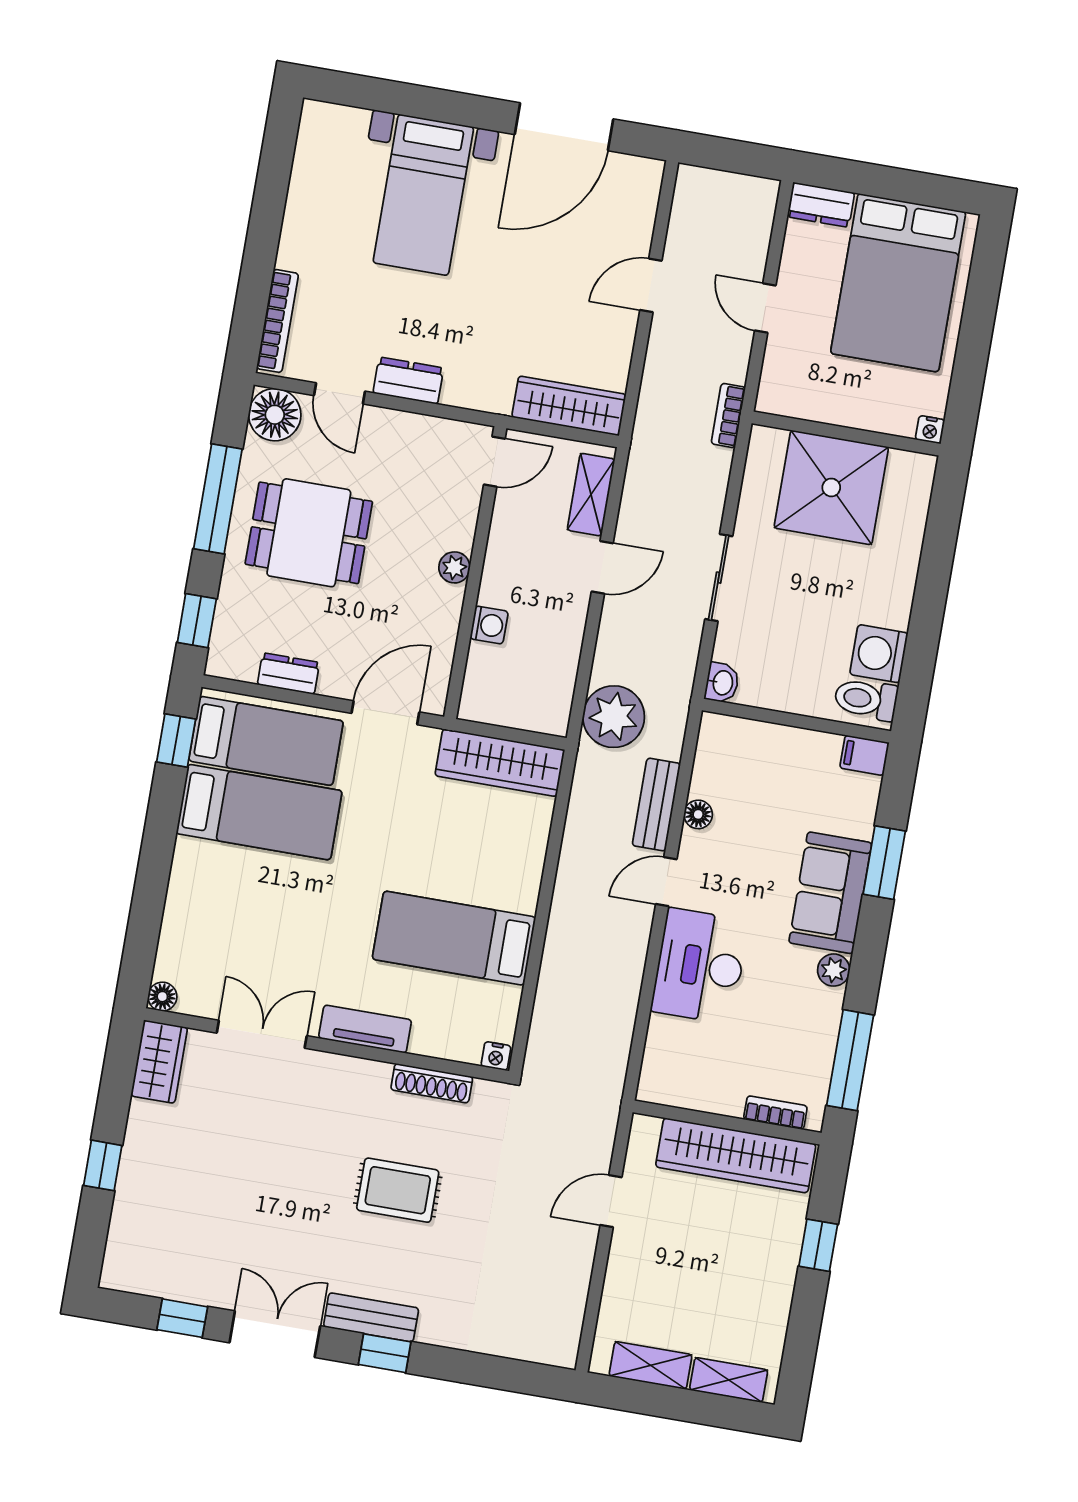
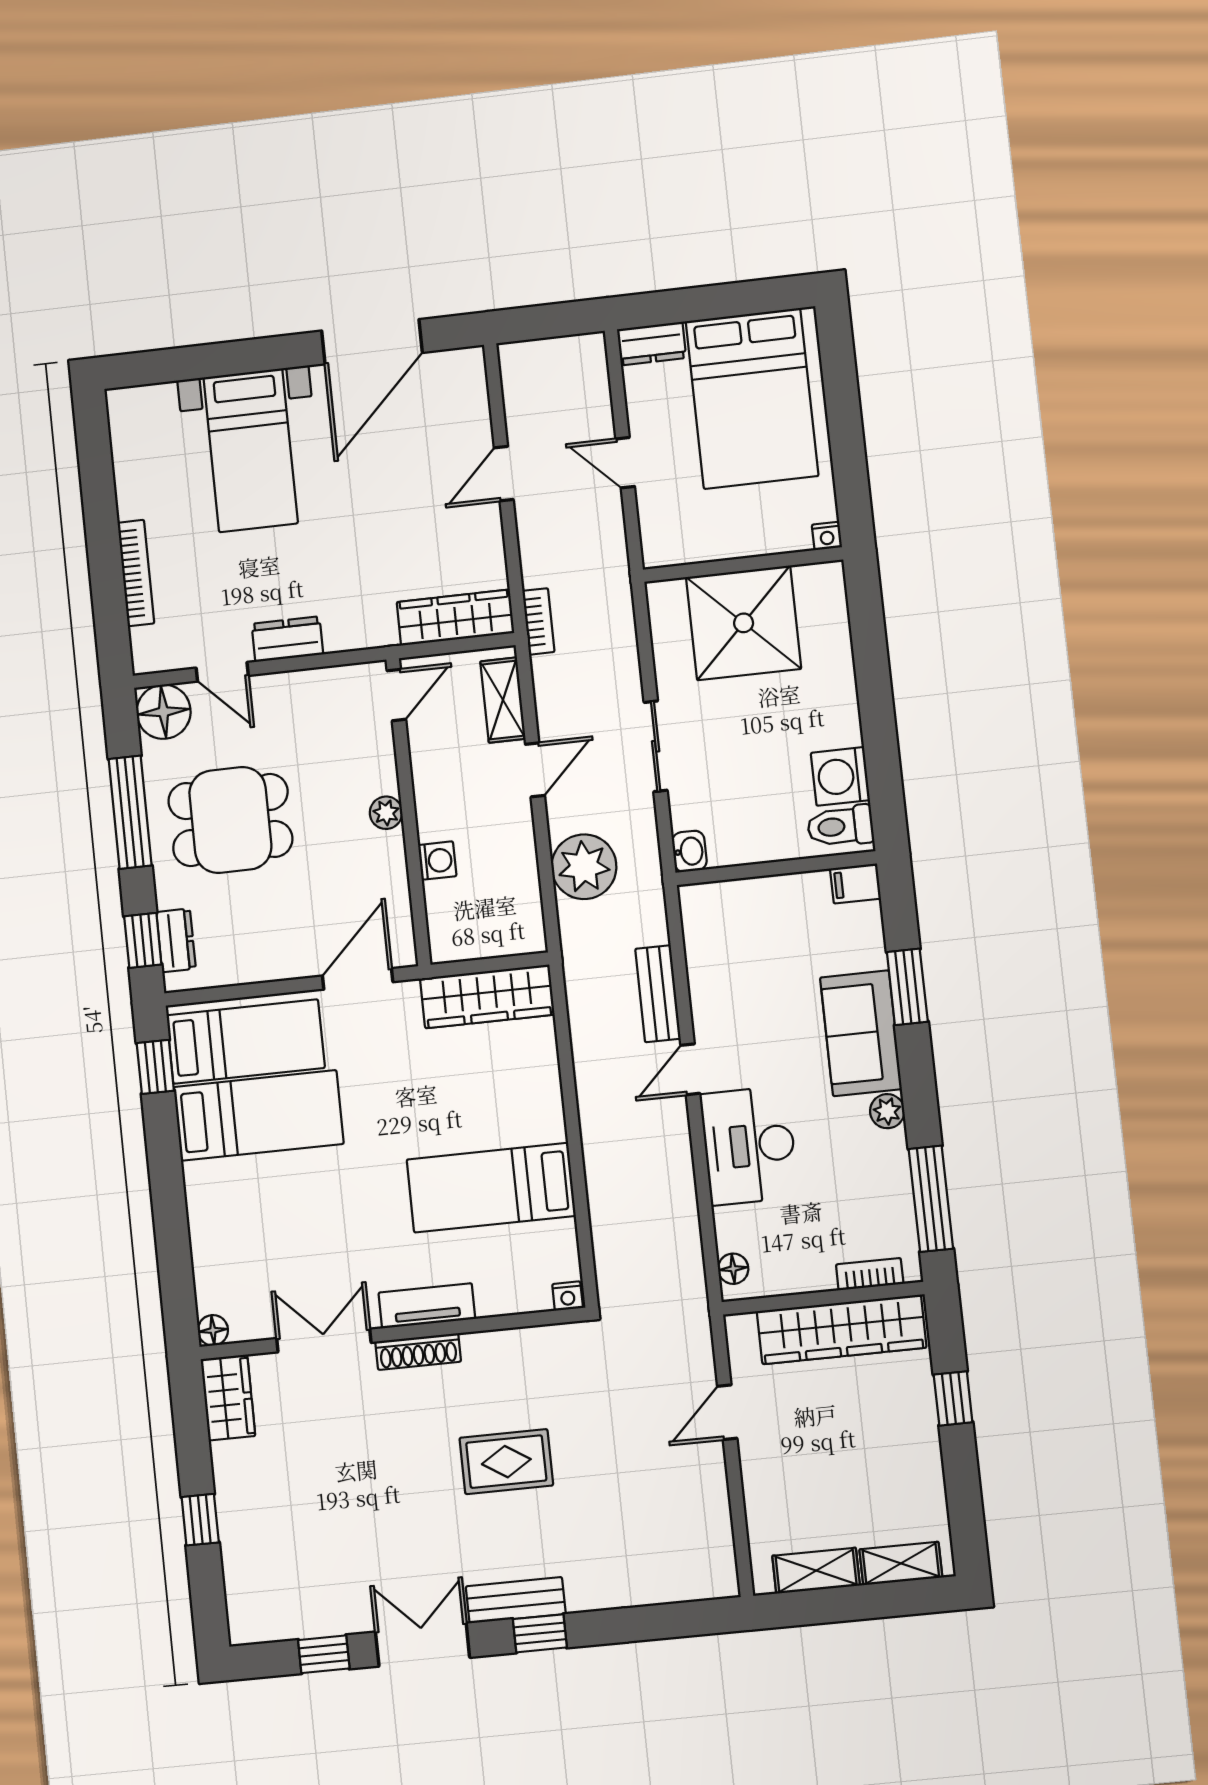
bookcase: (277, 321) -> (136, 573), moved
bookcase: (728, 415) -> (538, 621), moved, turned 180
dresser: (288, 674) -> (176, 940), moved, turned 90
plant: (614, 717) -> (584, 867), moved
floor lamp: (698, 814) -> (733, 1269), moved
shoe rack: (432, 1083) -> (418, 1352), moved

